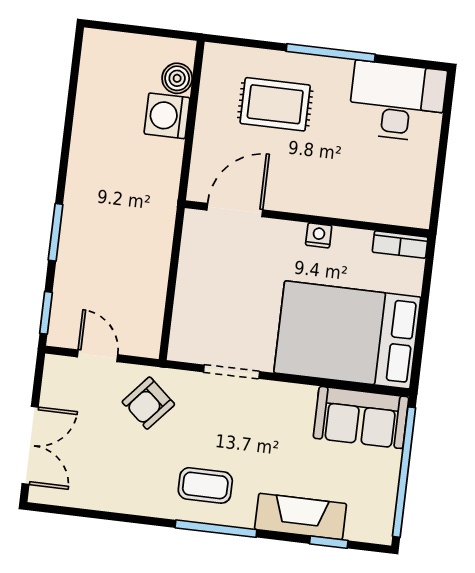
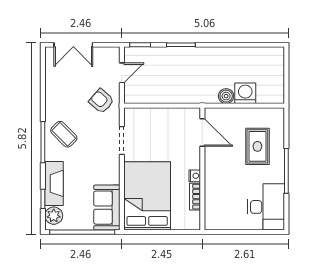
boiler: (177, 78) -> (226, 96), moved
bookcase: (400, 245) -> (195, 197), moved
coffee table: (205, 485) -> (64, 134), turned -45
plant: (364, 525) -> (54, 216), added

